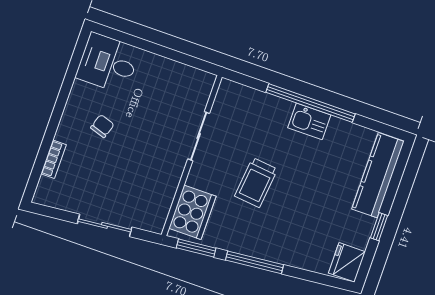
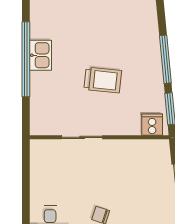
cooker: (192, 212) -> (152, 125), width x0.53, depth x0.76

